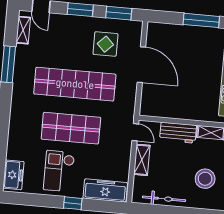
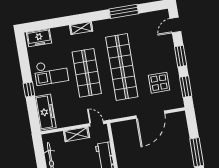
shelving: (23, 30) -> (81, 28), moved
door: (135, 132) -> (97, 124), swing flipped
checkout: (59, 171) -> (51, 72), turned 180

